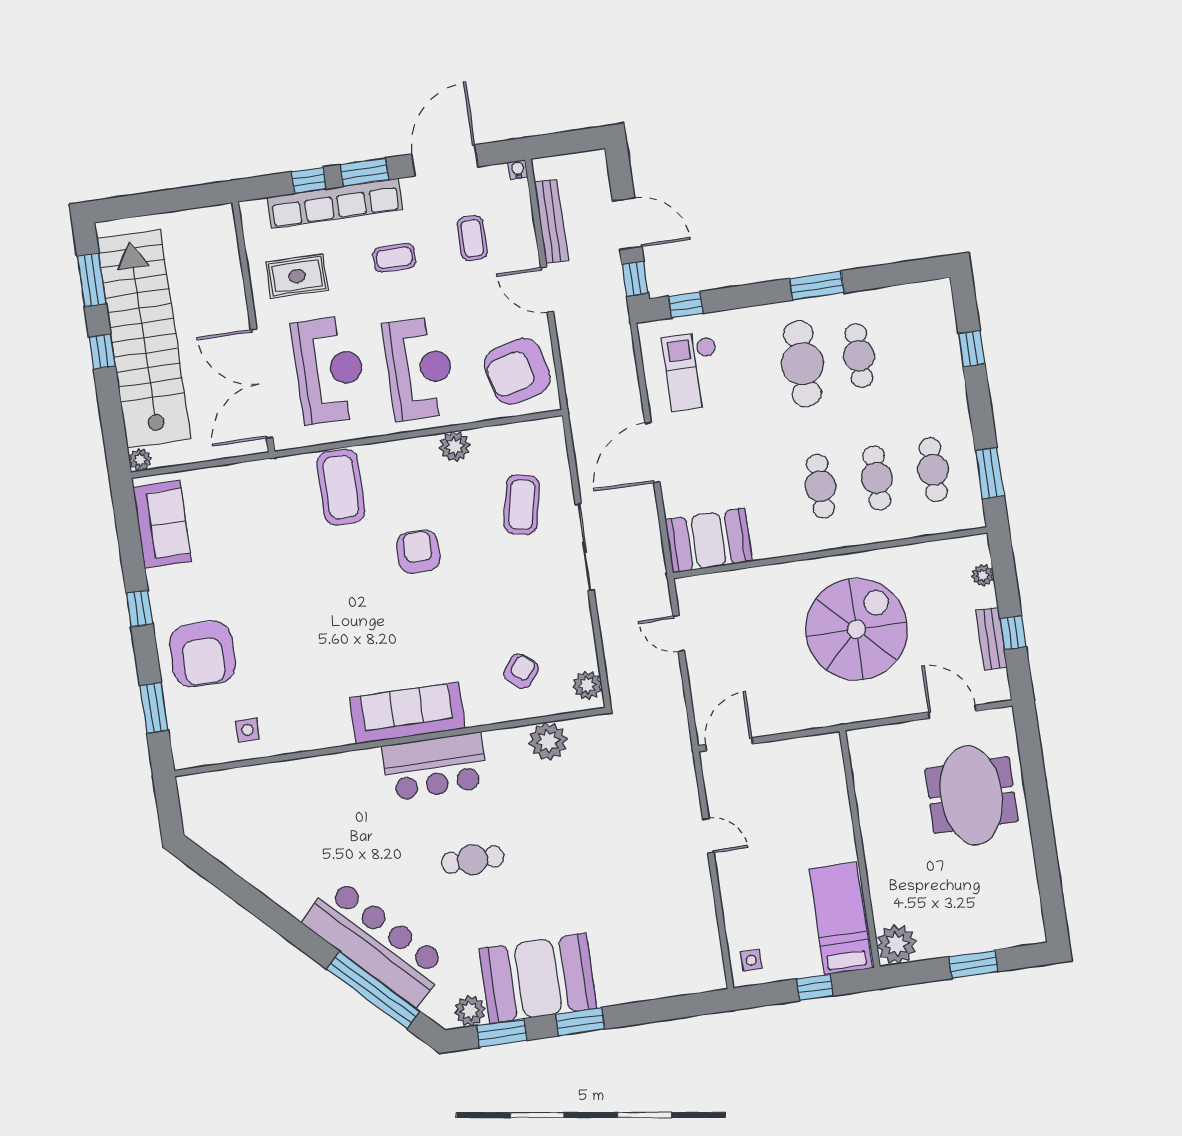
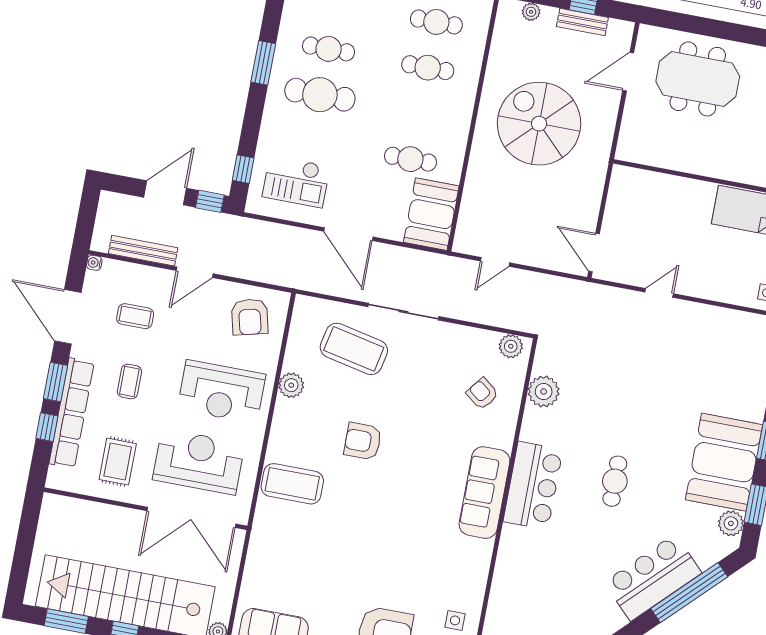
reception desk: (419, 368) -> (222, 392), turned 180
armchair: (517, 371) -> (250, 317), width x0.73, depth x0.73
cafe table: (820, 486) -> (410, 159), moved
coffee table: (522, 505) -> (354, 349), width x1.36, depth x1.32
bar counter: (376, 942) -> (653, 578), width x0.73

